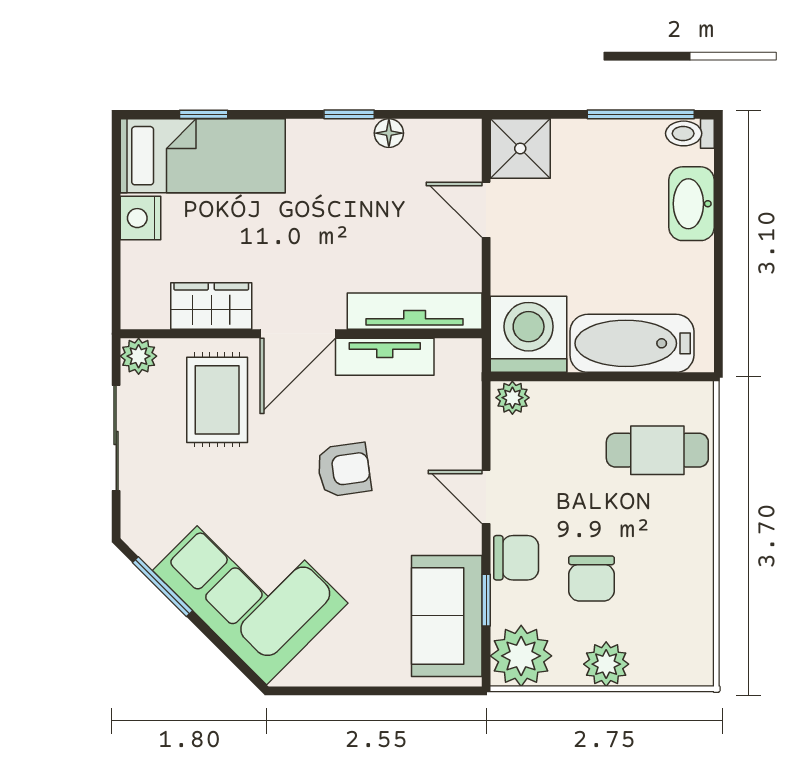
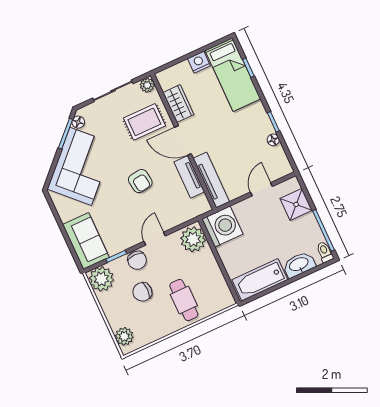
shower: (520, 148) -> (296, 204), moved
bathtub: (632, 343) -> (260, 280), moved, turned -90
plant: (512, 398) -> (193, 239), width x1.87, depth x1.87
cafe table: (657, 450) -> (184, 300), moved
floor lamp: (150, 547) -> (78, 122), added
sofa: (447, 616) -> (86, 241), moved, turned 90
plant: (606, 664) -> (124, 336), moved

